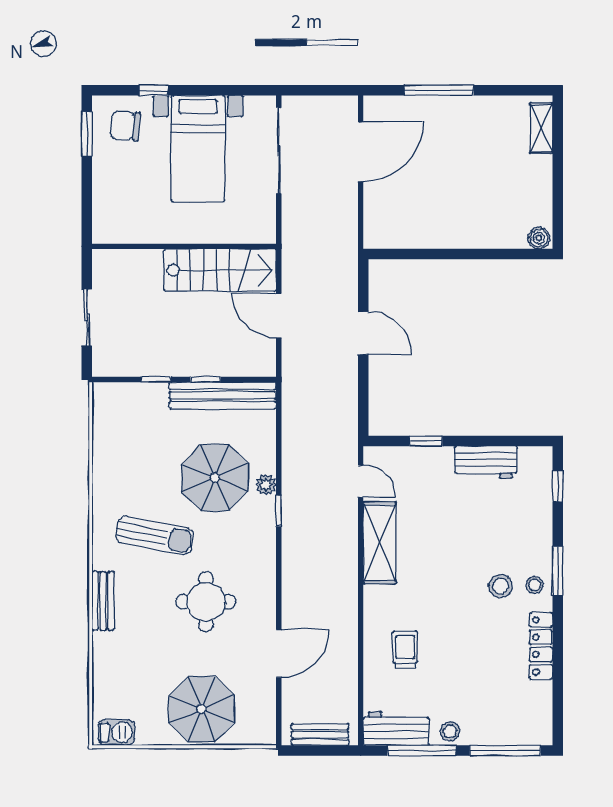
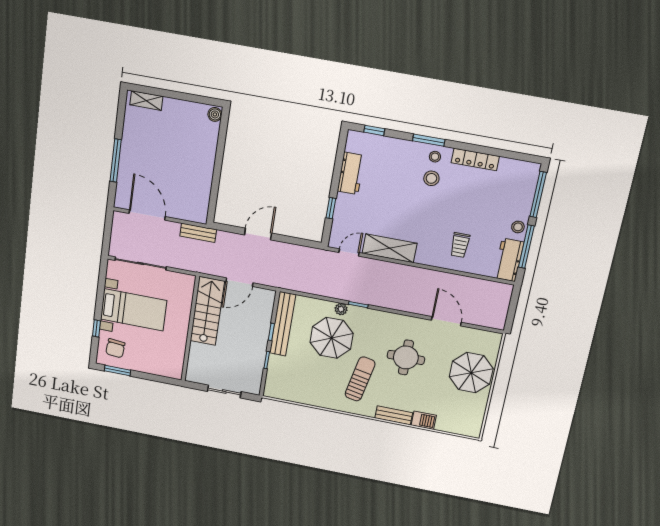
trolley: (405, 650) -> (460, 245), turned -90
barbecue: (116, 732) -> (424, 420), moved, turned 90
bench: (320, 734) -> (198, 233), moved, turned 90

